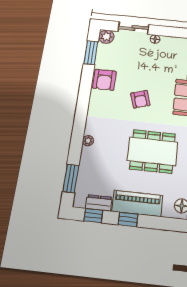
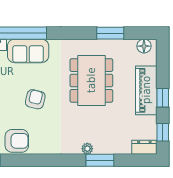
armchair: (140, 99) -> (35, 99), turned -60
window: (71, 178) -> (100, 160), moved
dresser: (99, 203) -> (144, 147), moved, turned 90

